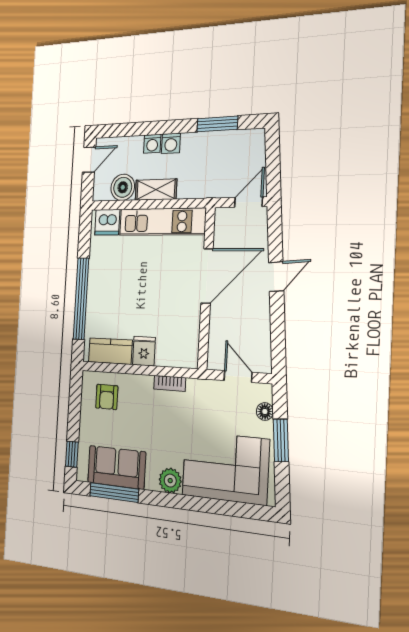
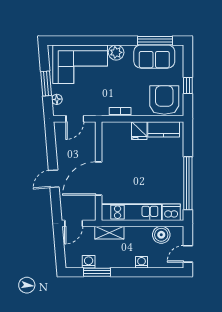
washing machine: (171, 143) -> (89, 262), moved
shelving: (156, 190) -> (109, 233), moved
window: (81, 299) -> (188, 183), moved
door: (238, 376) -> (75, 119), hinge flipped
armchair: (107, 397) -> (164, 100), width x1.88, depth x1.88
window: (72, 454) -> (188, 85), moved

